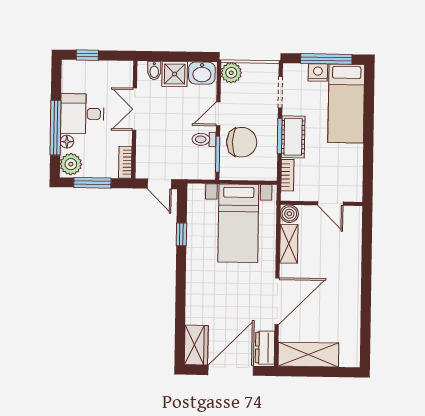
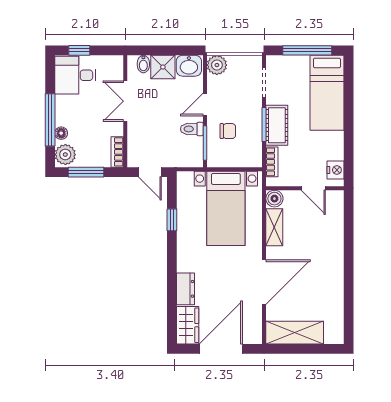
nightstand: (318, 72) -> (336, 170), moved, turned 90
desk: (82, 114) -> (75, 75), moved
chair: (242, 142) -> (228, 131), width x0.54, depth x0.54
dresser: (265, 348) -> (186, 289), moved, turned 180

